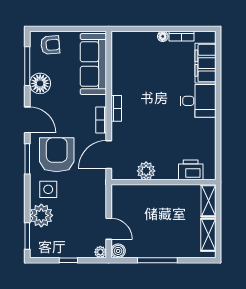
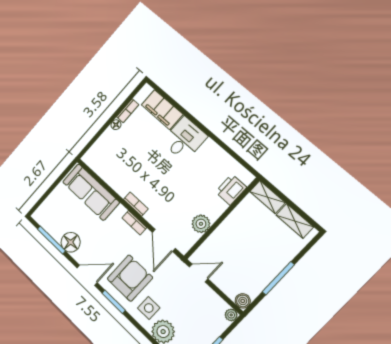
armchair: (50, 45) -> (52, 210), removed
armchair: (57, 155) -> (130, 278), turned 90
door: (109, 229) -> (199, 273), moved

